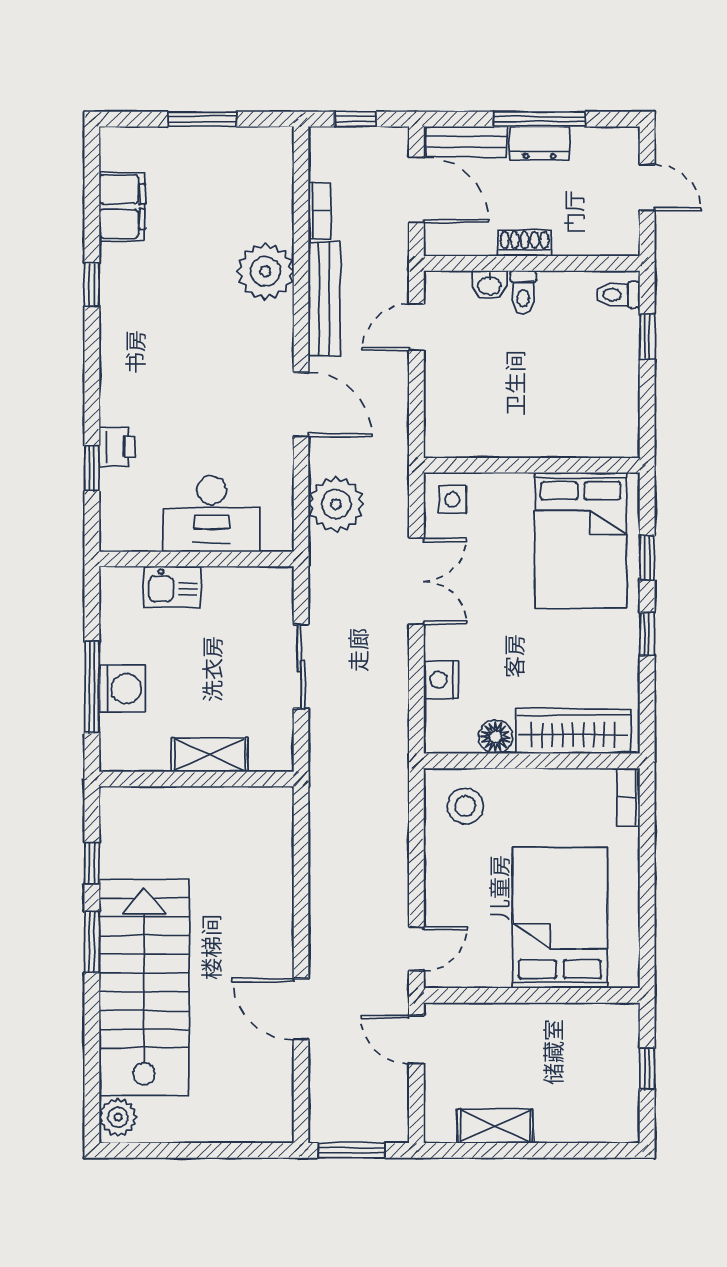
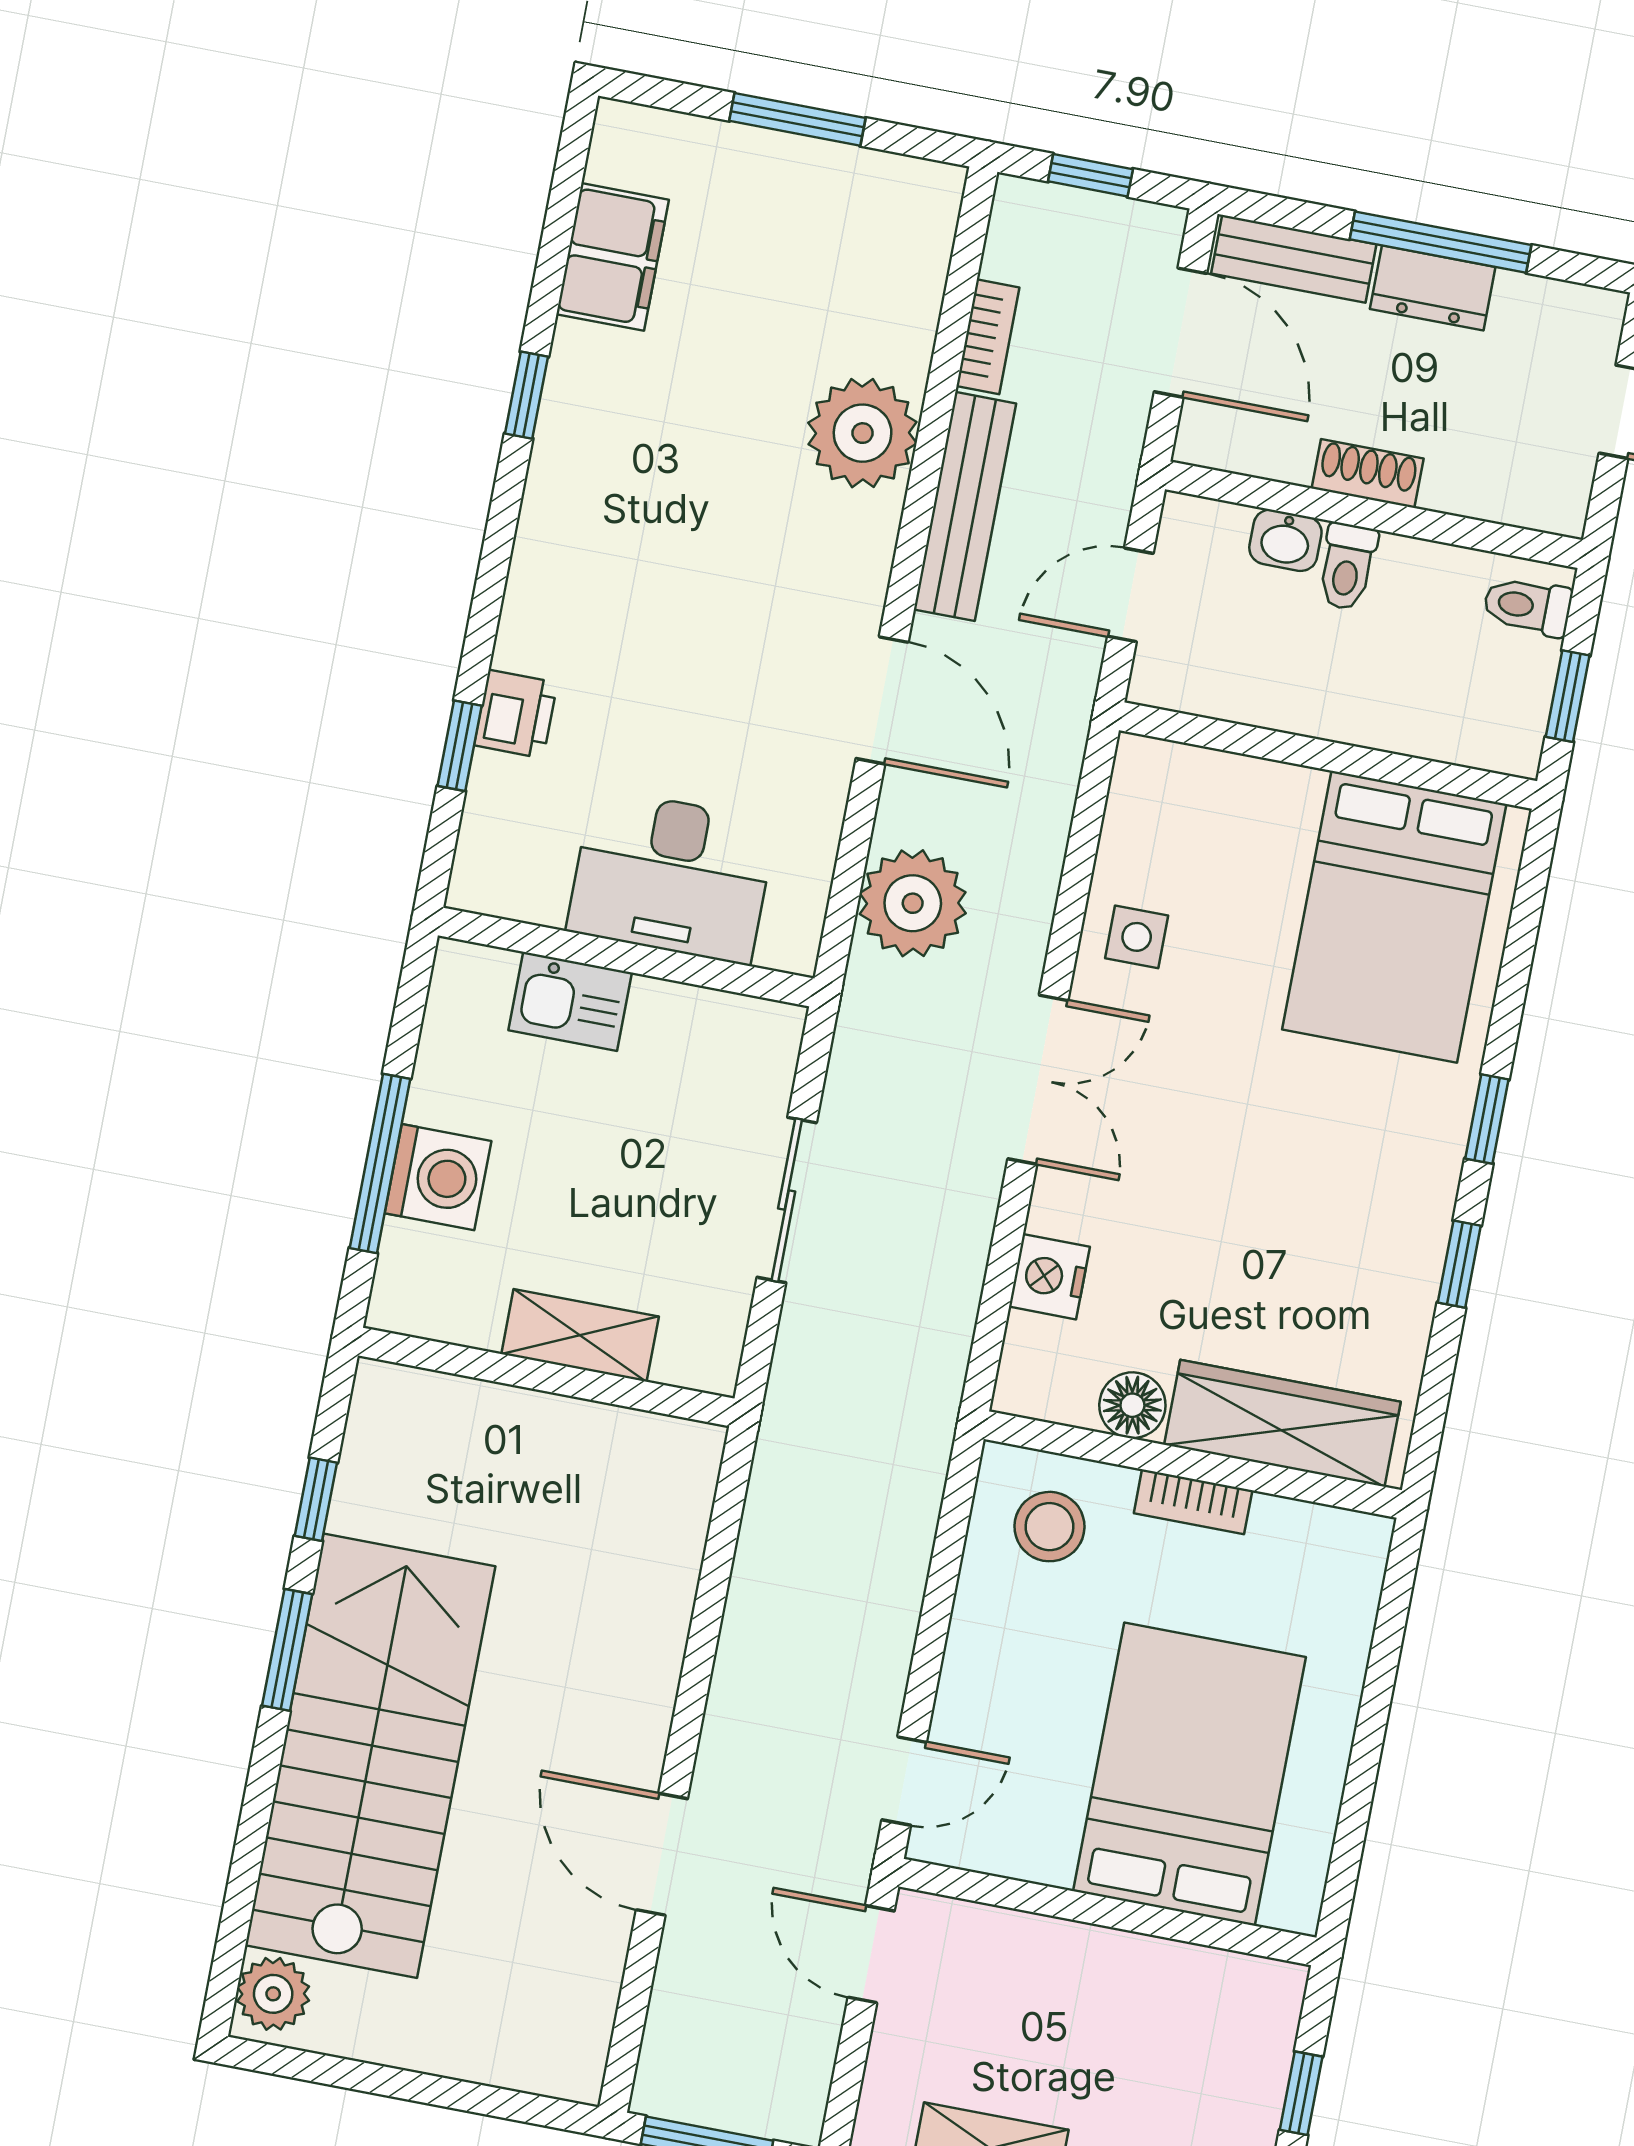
wall: (532, 465) -> (1328, 756), moved
bed: (581, 540) -> (1394, 917), moved
bookcase: (628, 797) -> (1193, 1502), moved, turned -90

